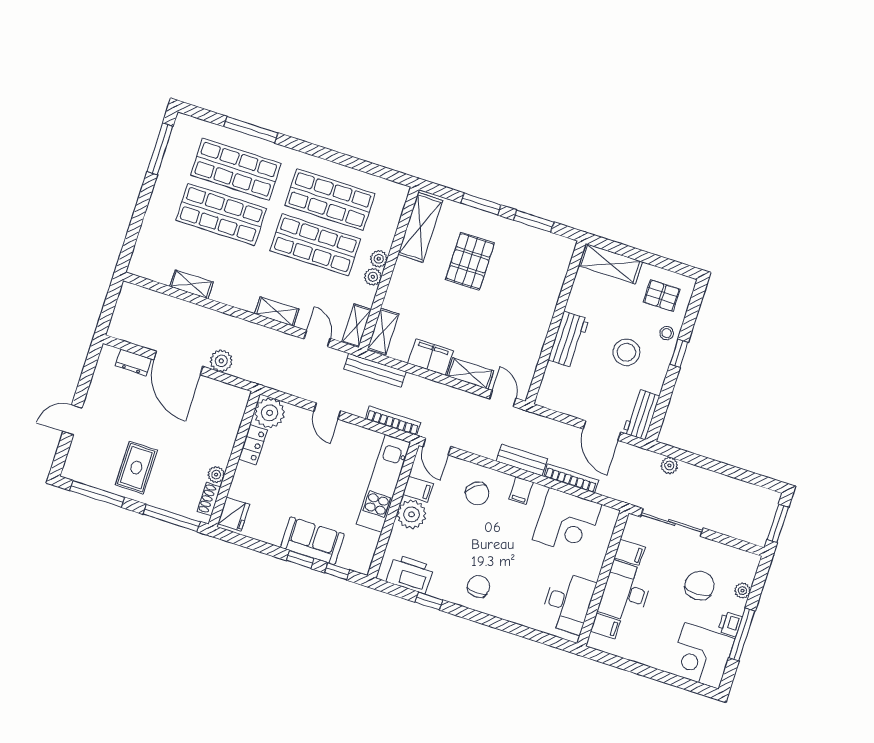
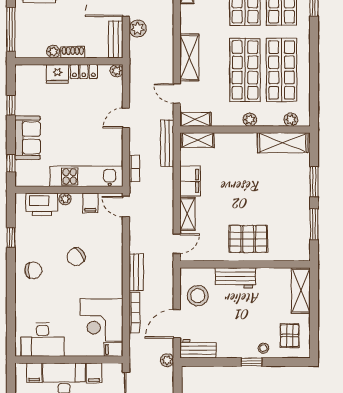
pallet: (470, 261) -> (248, 239), moved
plant: (373, 277) -> (291, 120), moved
shelving: (277, 312) -> (189, 57), width x1.50, depth x1.33
door: (317, 339) -> (177, 94), swing flipped
stool: (626, 352) -> (198, 296), moved
bench: (226, 392) -> (116, 39), added
plant: (270, 413) -> (117, 71), width x0.53, depth x0.53
bookcase: (393, 421) -> (134, 168), width x0.64
door: (437, 447) -> (126, 207), hinge flipped
plant: (669, 466) -> (167, 360), moved
filing cabinet: (521, 491) -> (114, 349), moved
chair: (477, 493) -> (76, 257), moved
shoe rack: (209, 499) -> (73, 52), moved
fridge: (234, 514) -> (57, 74), moved
plant: (411, 514) -> (65, 199), width x0.53, depth x0.53
window: (300, 559) -> (11, 105), moved
printer: (410, 574) -> (42, 204), moved, turned 90

